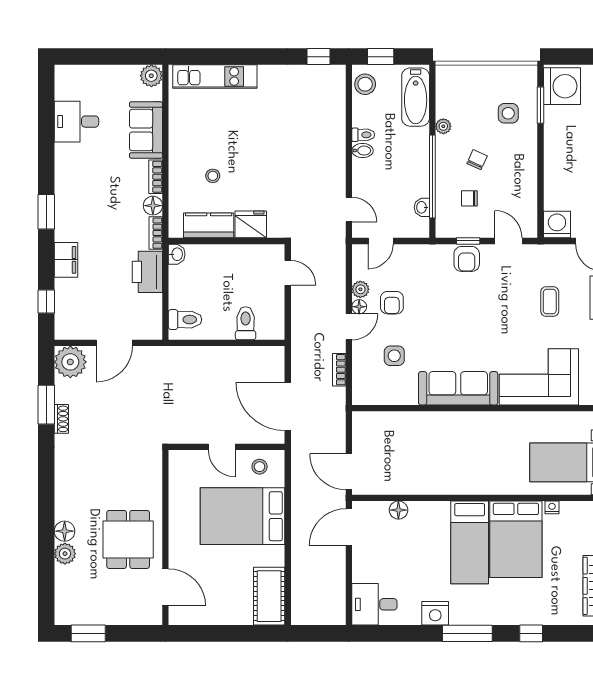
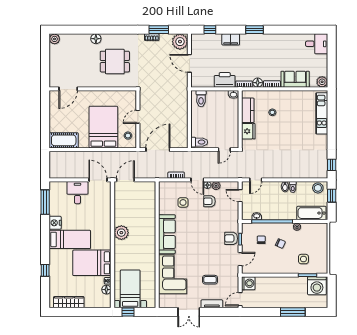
desk: (76, 122) -> (317, 44), moved, turned 90
toilet: (246, 323) -> (199, 142), moved
plant: (455, 480) -> (121, 233), added
floor lamp: (398, 510) -> (106, 290), moved
dining table: (128, 539) -> (115, 62), moved
bed: (470, 542) -> (70, 239), moved, turned 180
plant: (65, 554) -> (55, 39), moved
desk: (374, 604) -> (77, 193), moved
window: (88, 633) -> (45, 51), removed
window: (467, 633) -> (45, 202), moved

